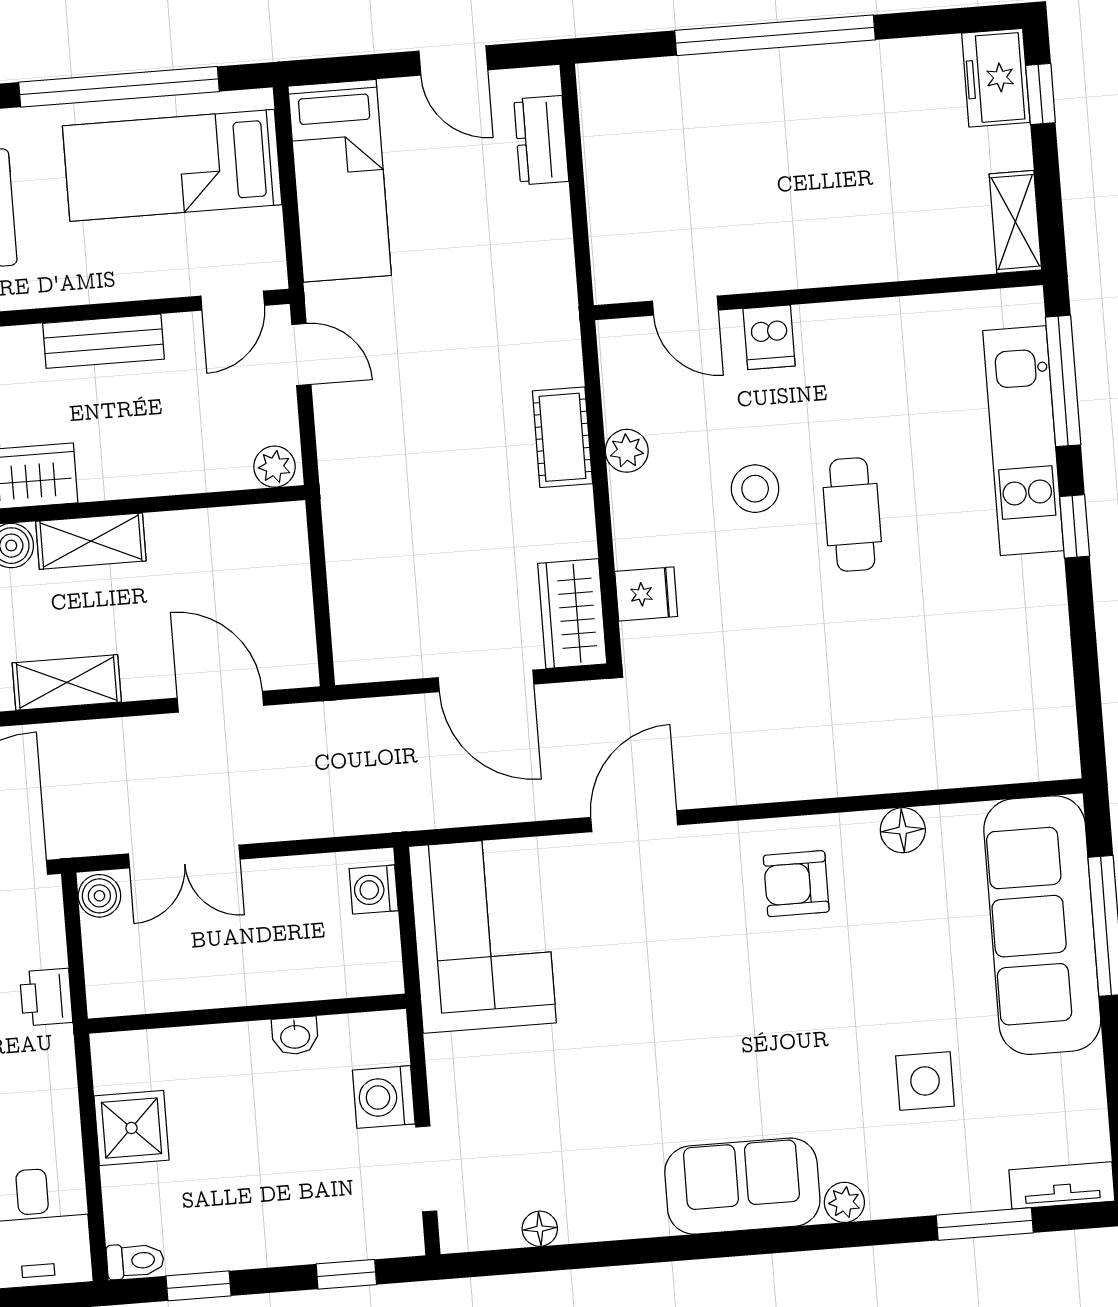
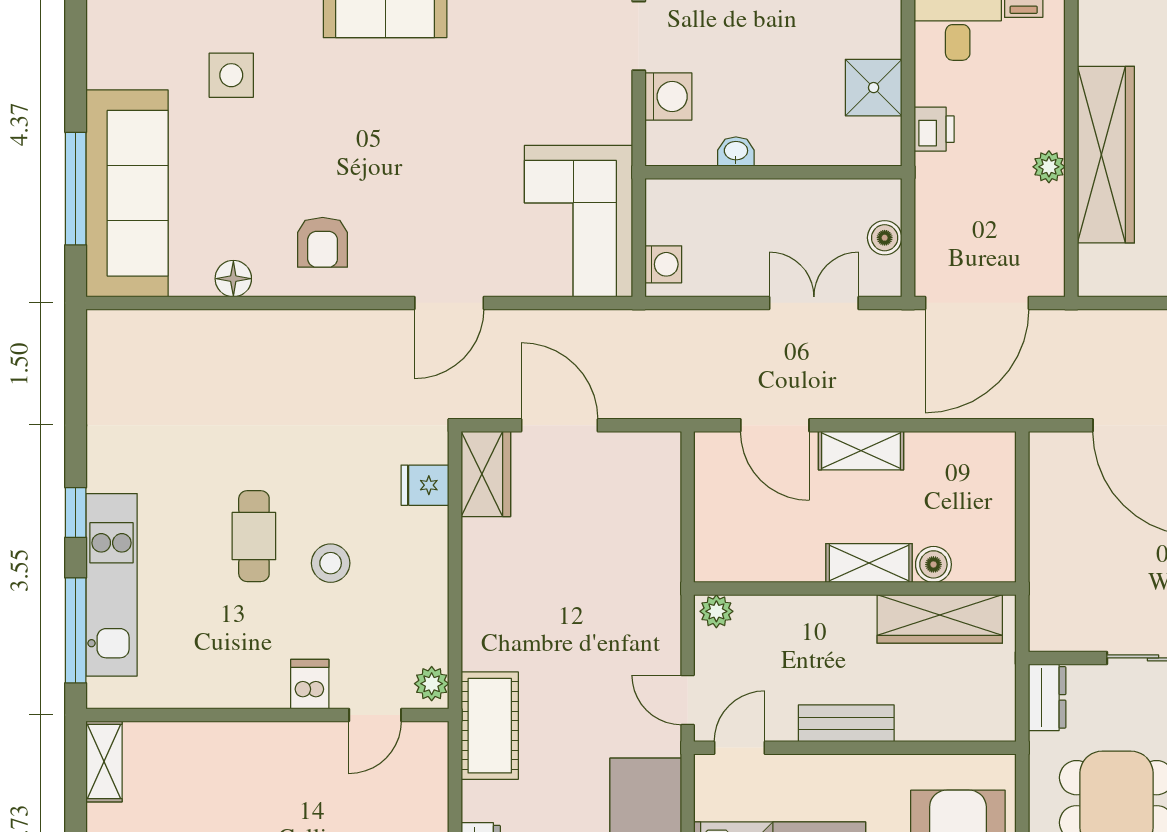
door: (685, 306) -> (375, 715), swing flipped
cot: (562, 437) -> (490, 726), moved, width x1.37, depth x1.34
plant: (627, 451) -> (432, 684), moved
shelving: (67, 682) -> (861, 451), moved
armchair: (796, 884) -> (323, 242), turned 90
boiler: (99, 896) -> (885, 238), moved
printer: (46, 997) -> (934, 129), moved

